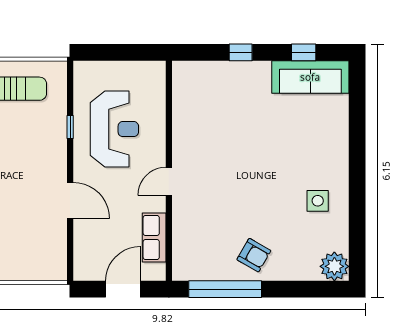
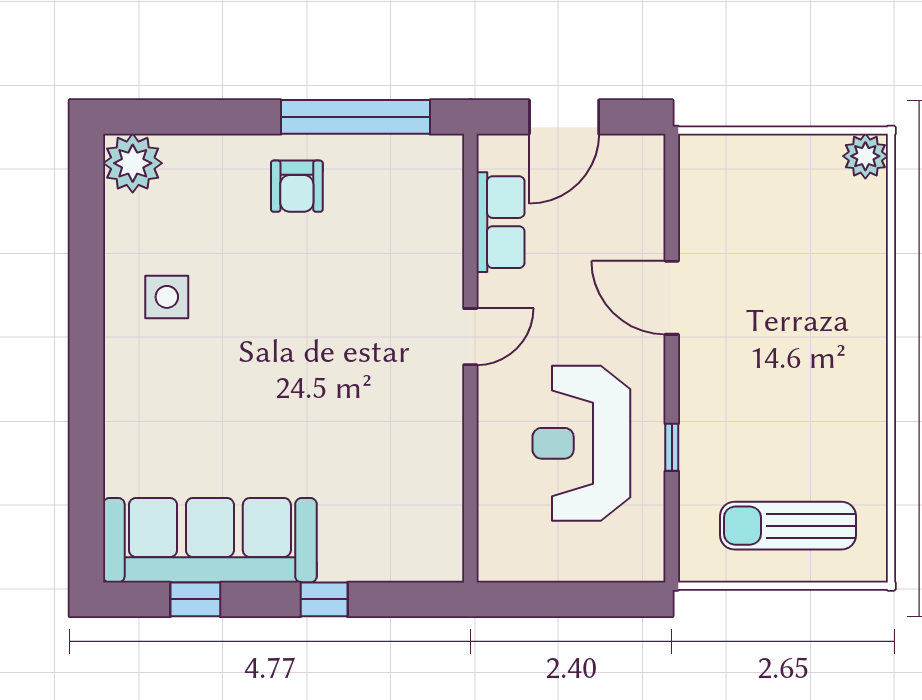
sofa: (310, 77) -> (210, 540), width x1.36, depth x1.27
armchair: (254, 255) -> (297, 186), turned -120

